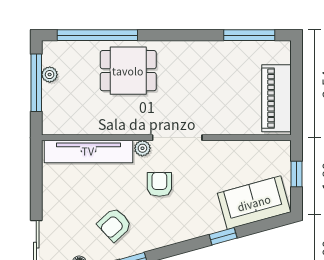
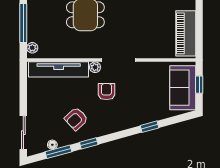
plant: (50, 75) -> (32, 48), moved
sofa: (254, 203) -> (183, 88), moved, turned -75

